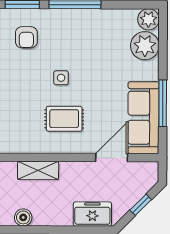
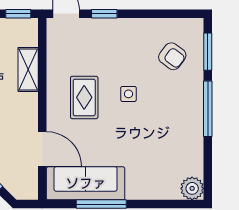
armchair: (26, 37) -> (172, 56), turned -143
plant: (145, 46) -> (164, 185), removed

